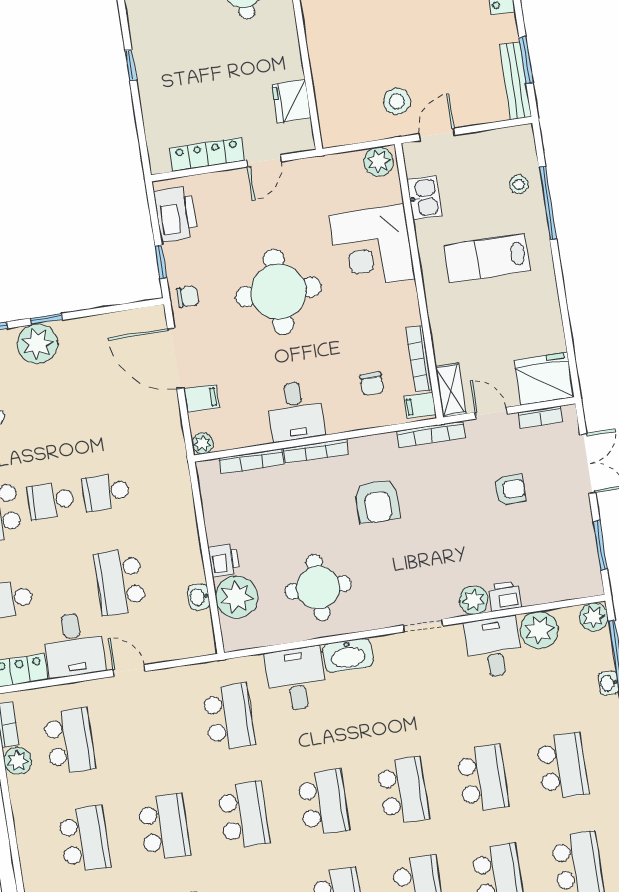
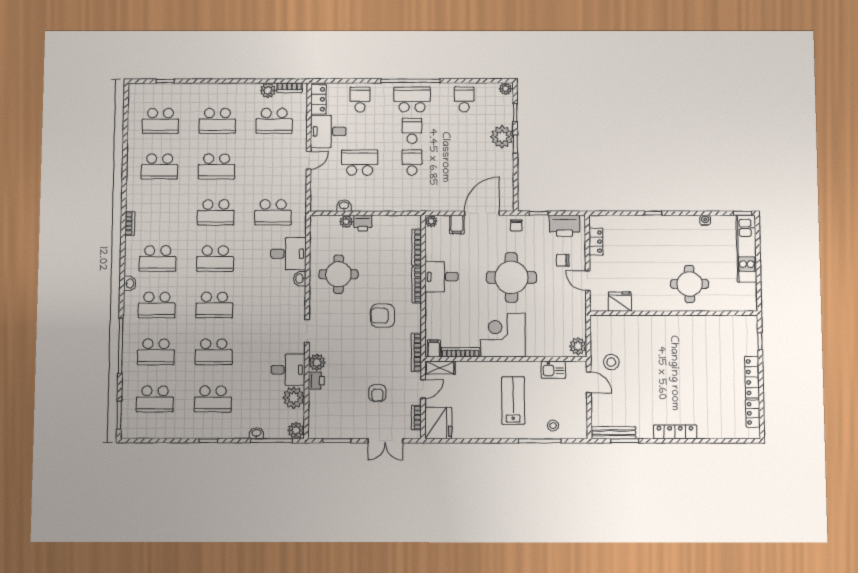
locker: (207, 154) -> (596, 242), width x0.66
corner desk: (372, 247) -> (503, 335), moved
chair: (372, 384) -> (563, 260), moved
plant: (237, 597) -> (346, 222), width x0.53, depth x0.53
washbasin: (348, 655) -> (300, 279), width x0.52, depth x0.69

